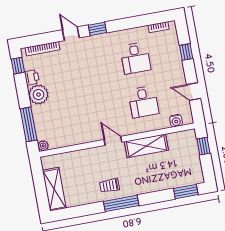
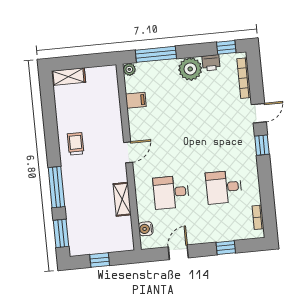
filing cabinet: (69, 138) -> (136, 100), added
shelving: (146, 146) -> (122, 199), width x0.67, depth x0.75
window: (203, 146) -> (100, 260), moved
shelving: (54, 189) -> (68, 77), width x0.67, depth x0.75
window: (121, 203) -> (56, 187), moved

